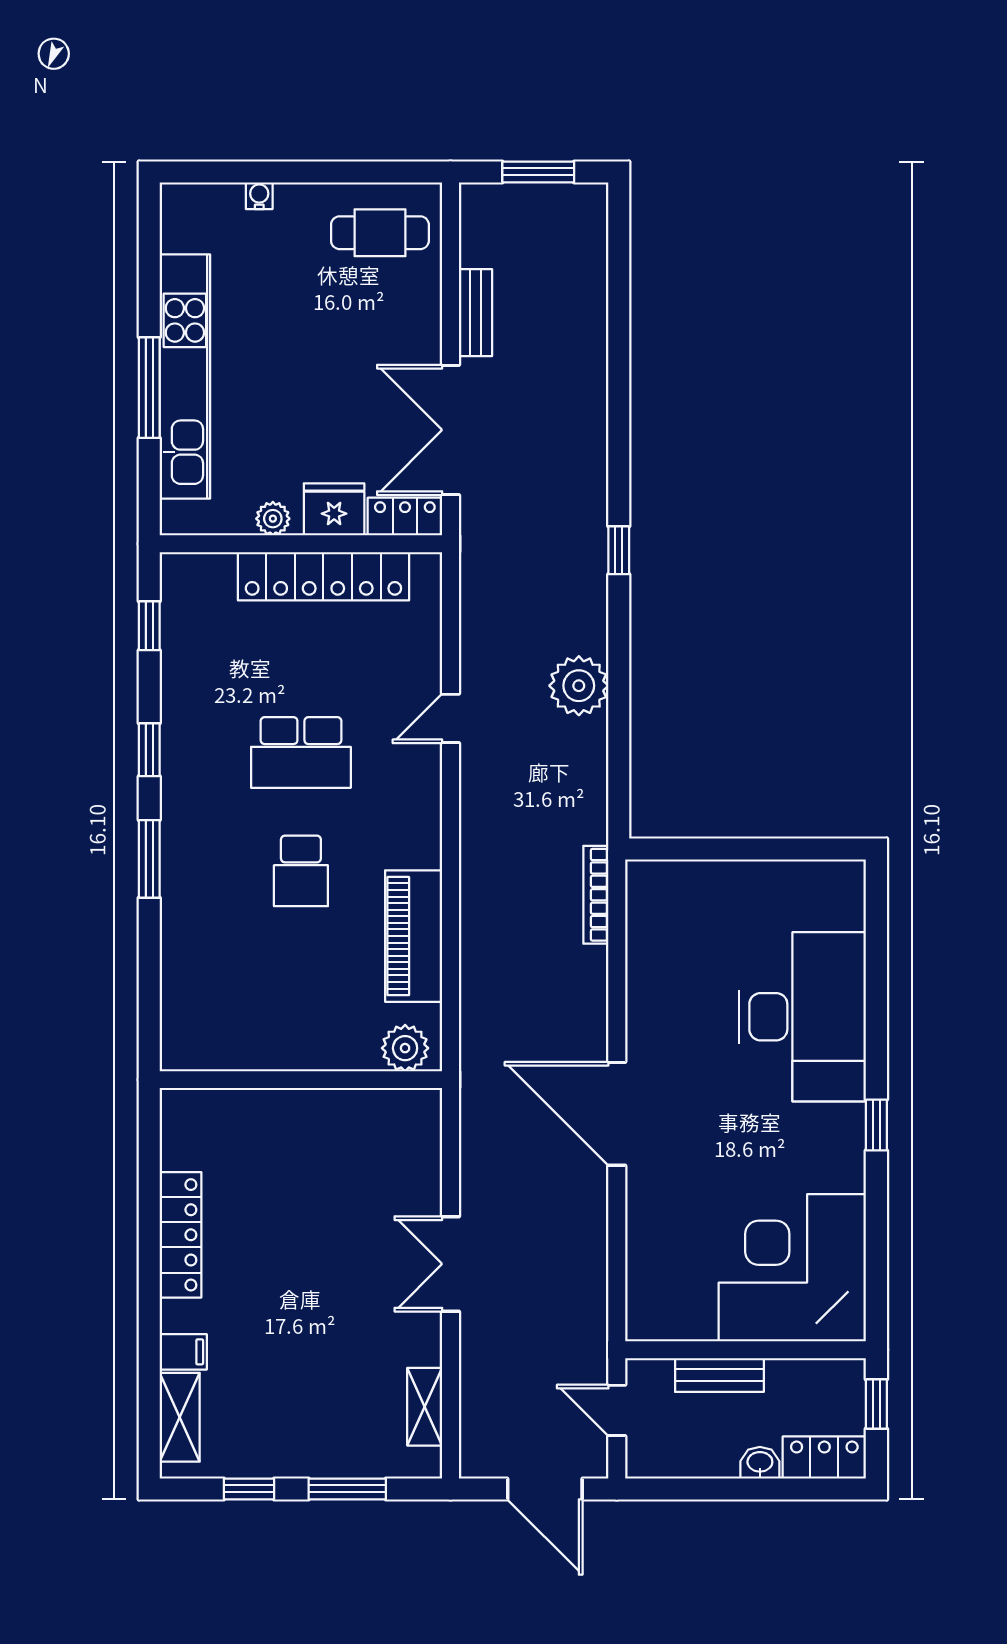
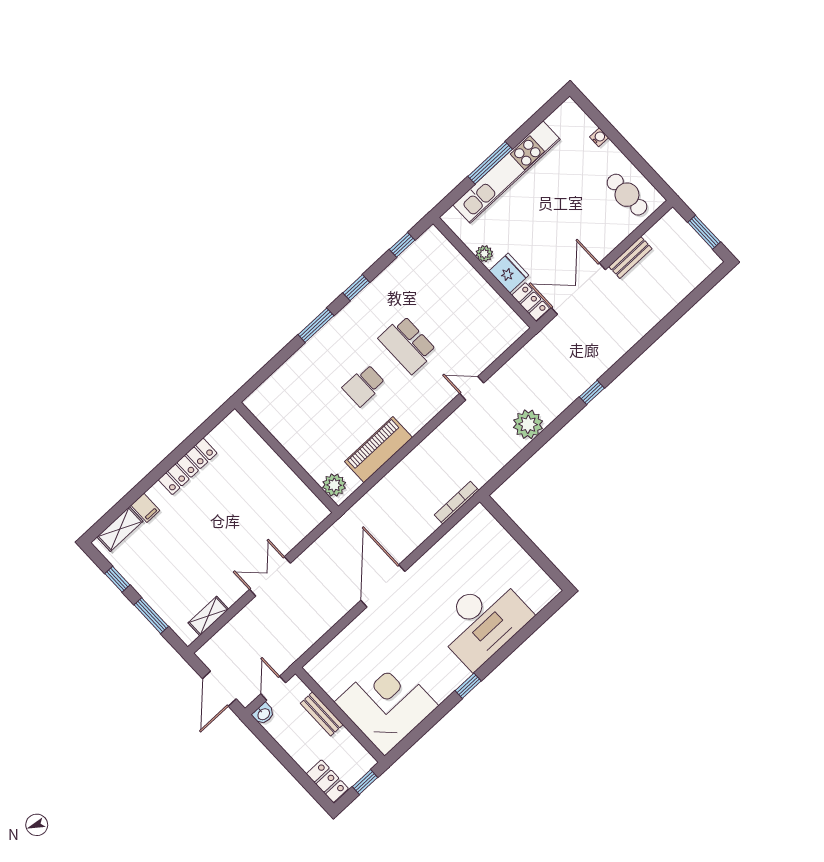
locker: (323, 576) -> (480, 292), removed
washbasin: (760, 1463) -> (263, 714), moved, turned 90

